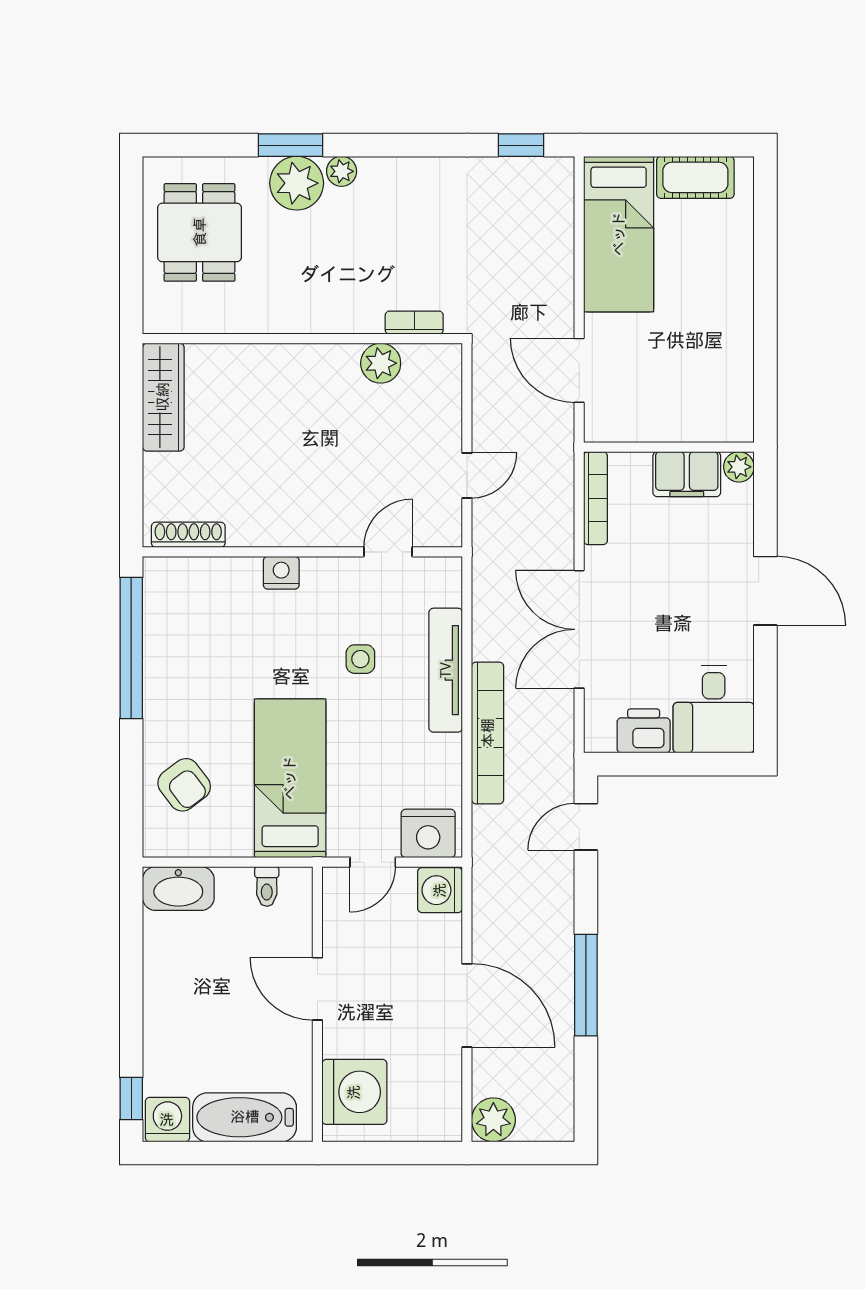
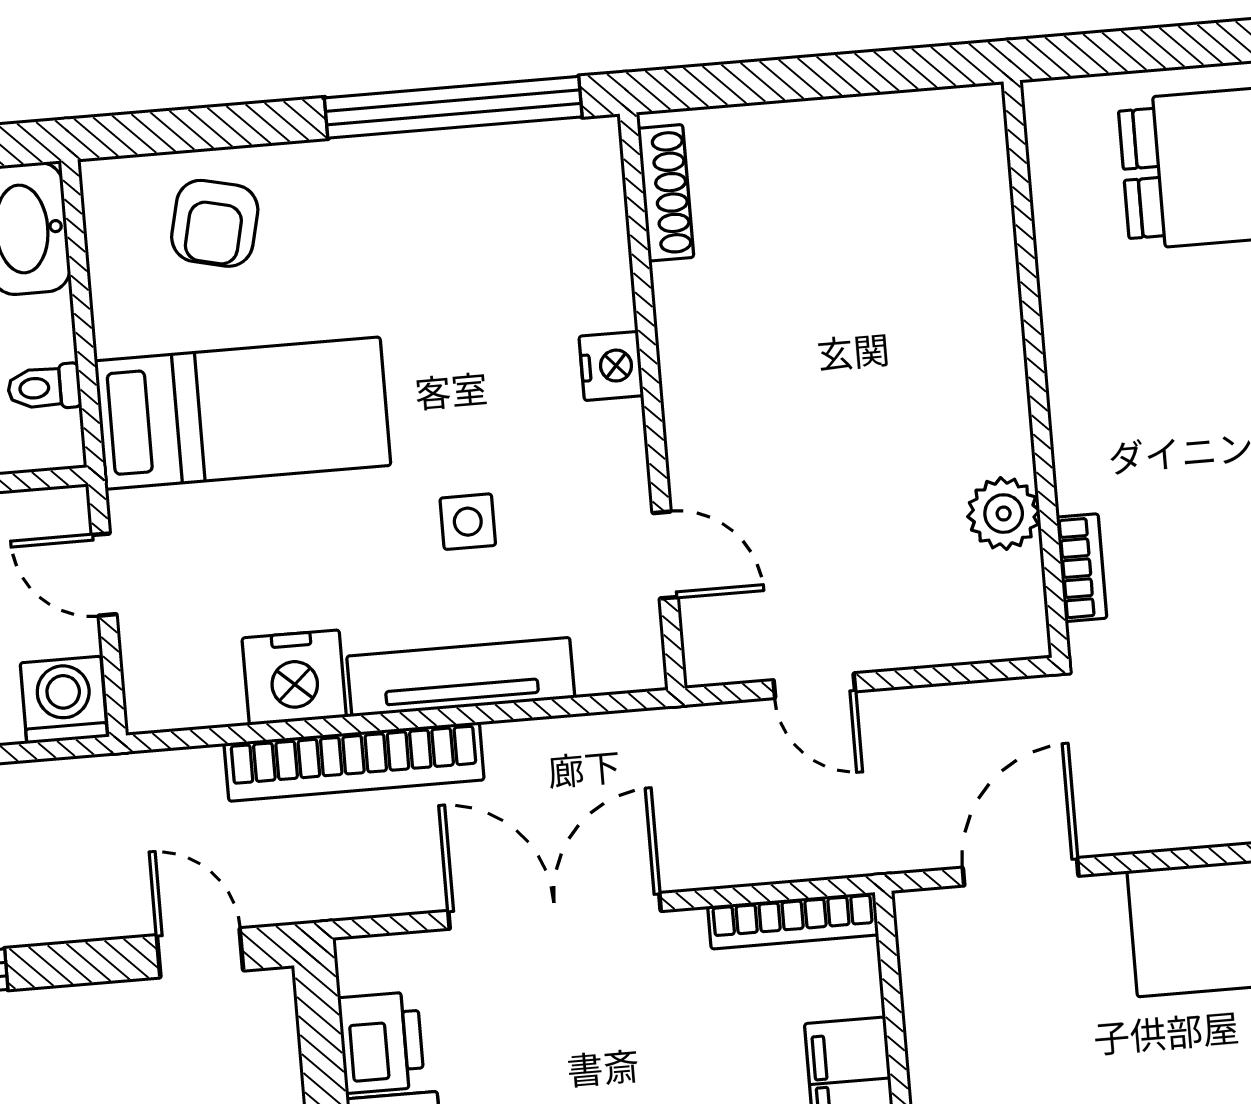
wardrobe: (163, 397) -> (910, 127), removed
armchair: (184, 785) -> (215, 223), turned -40
nightstand: (428, 833) -> (294, 677), moved, turned -90

